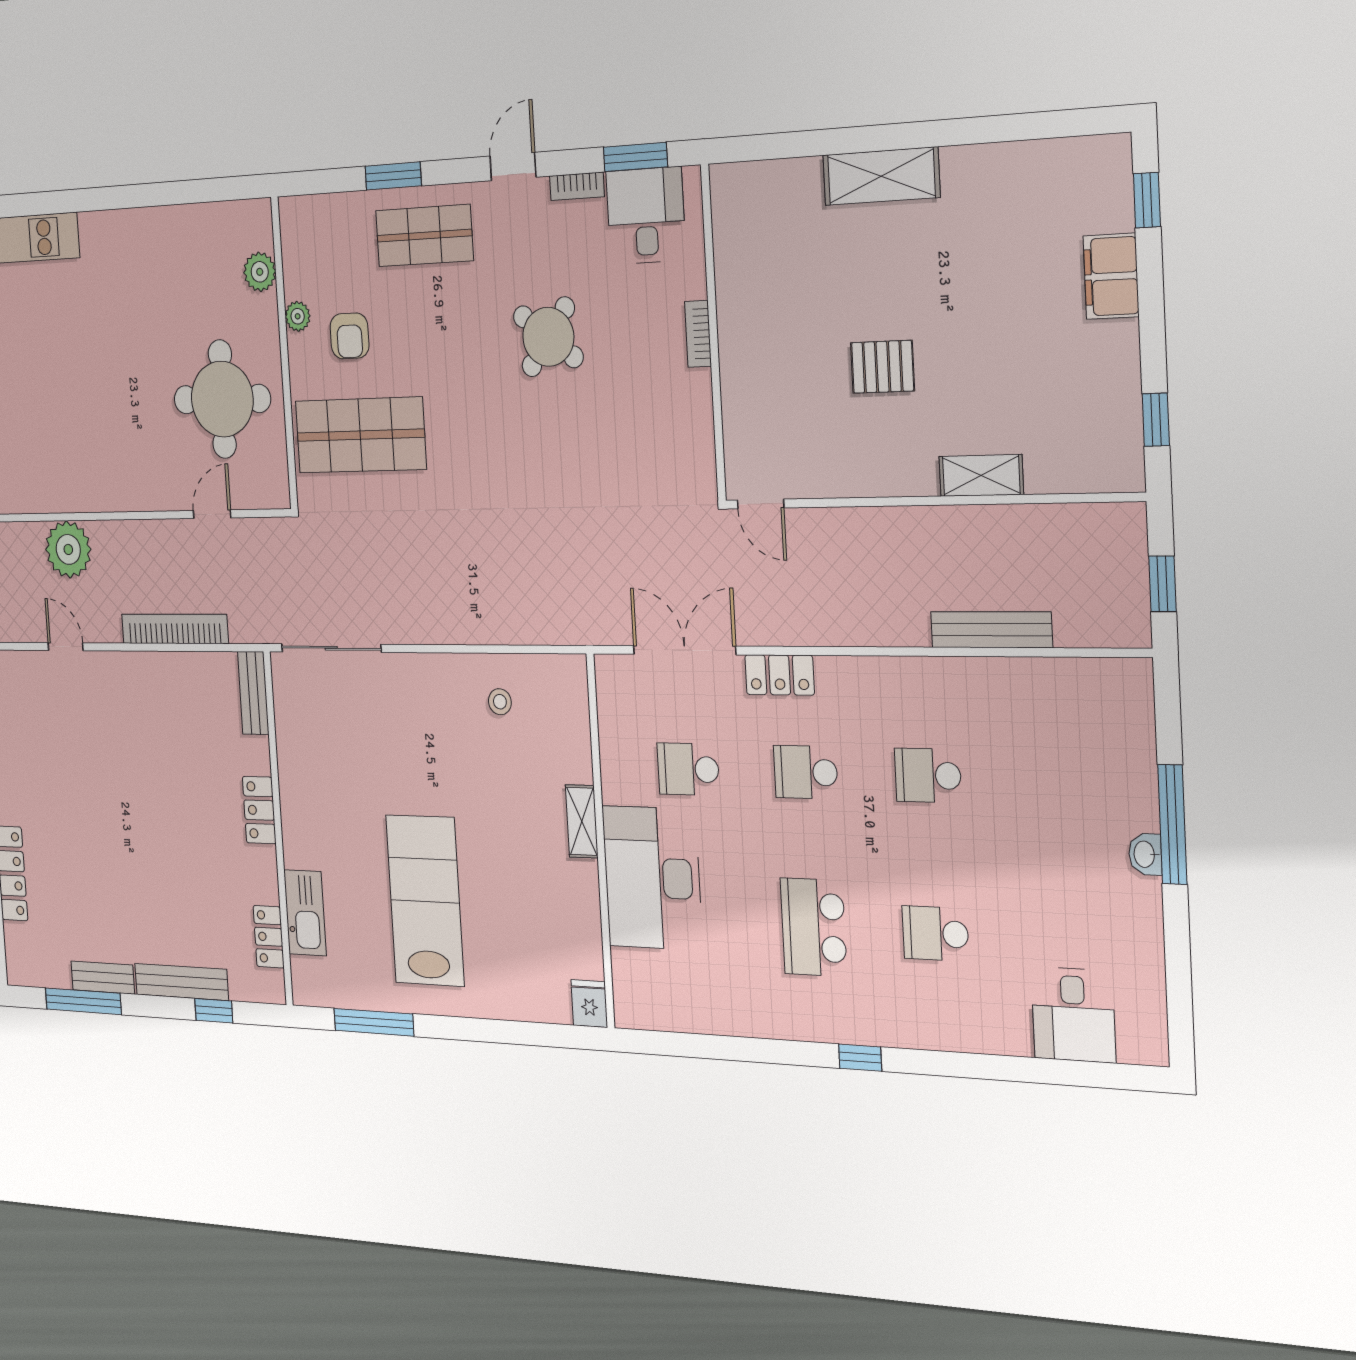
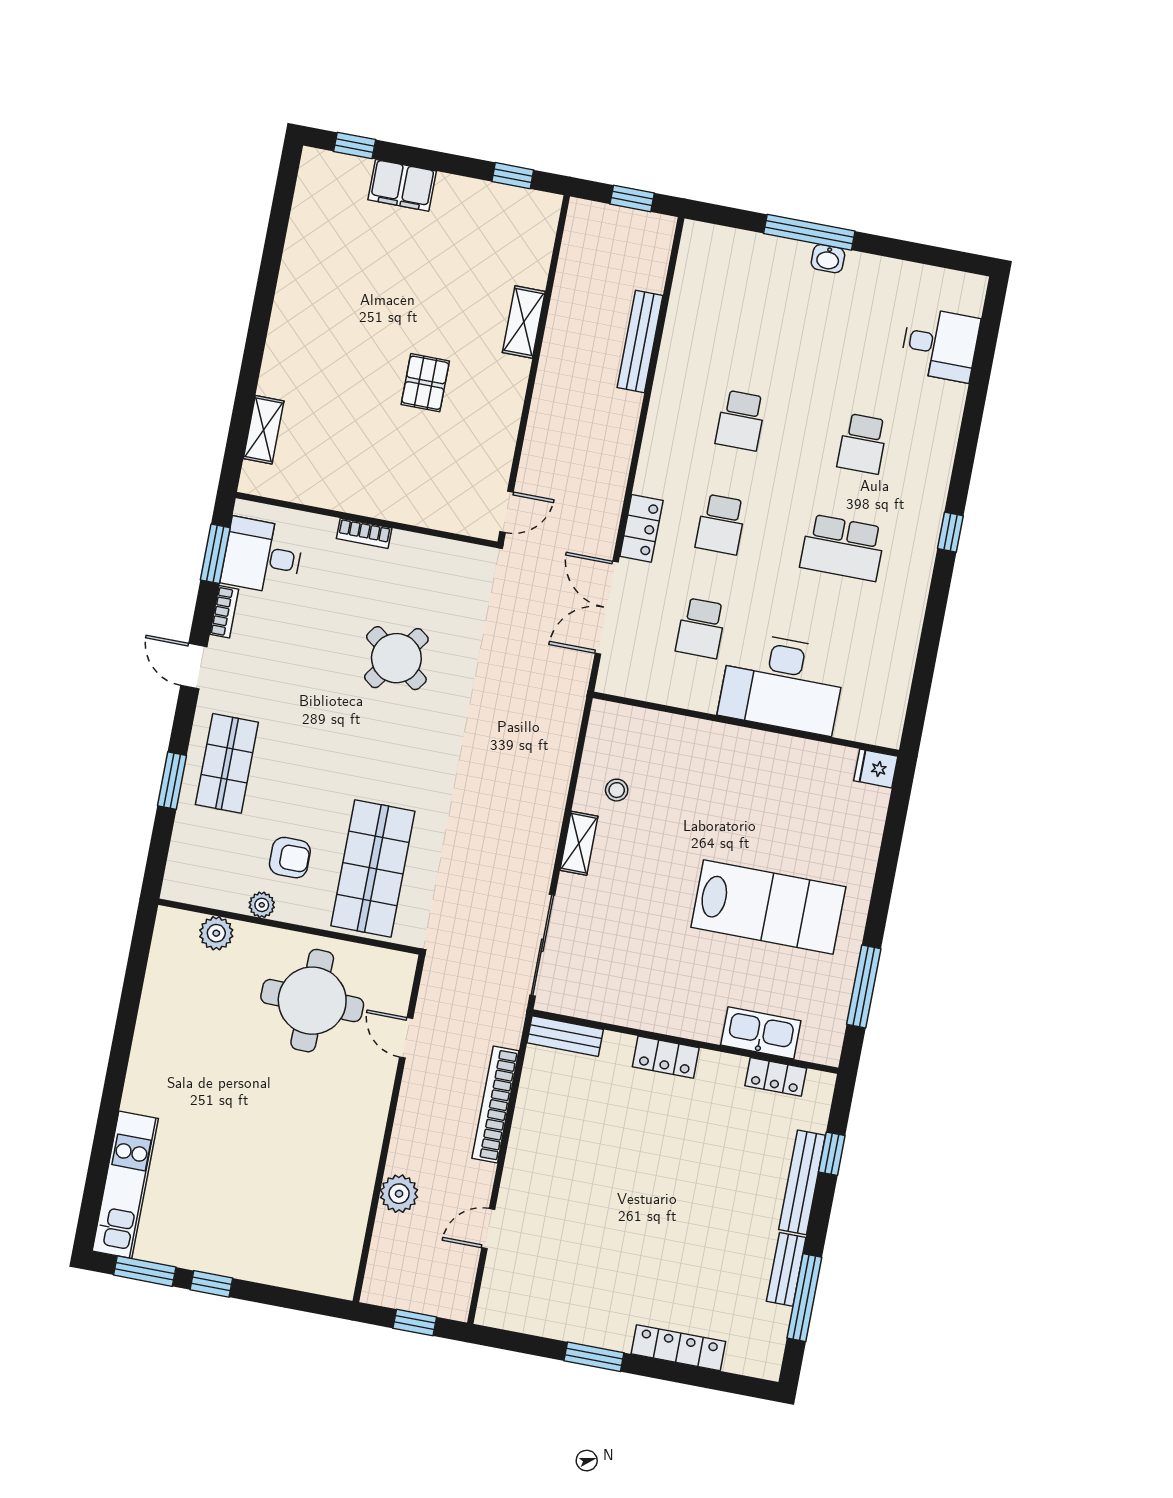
shelving: (881, 176) -> (264, 430), moved, width x0.67, depth x0.75
round table: (548, 337) -> (396, 658), moved
plant: (68, 549) -> (399, 1194), width x0.73, depth x0.73
shelving: (582, 821) -> (579, 843), moved, turned 90
lab bench: (425, 900) -> (768, 907), turned 180

